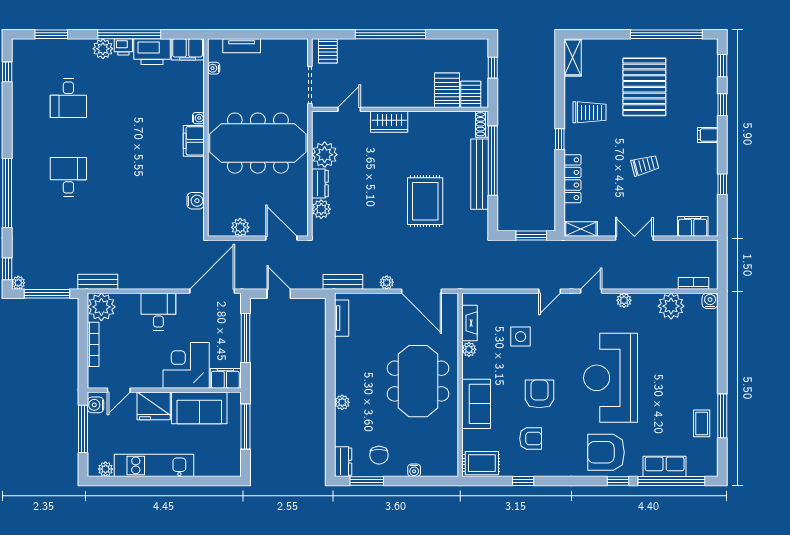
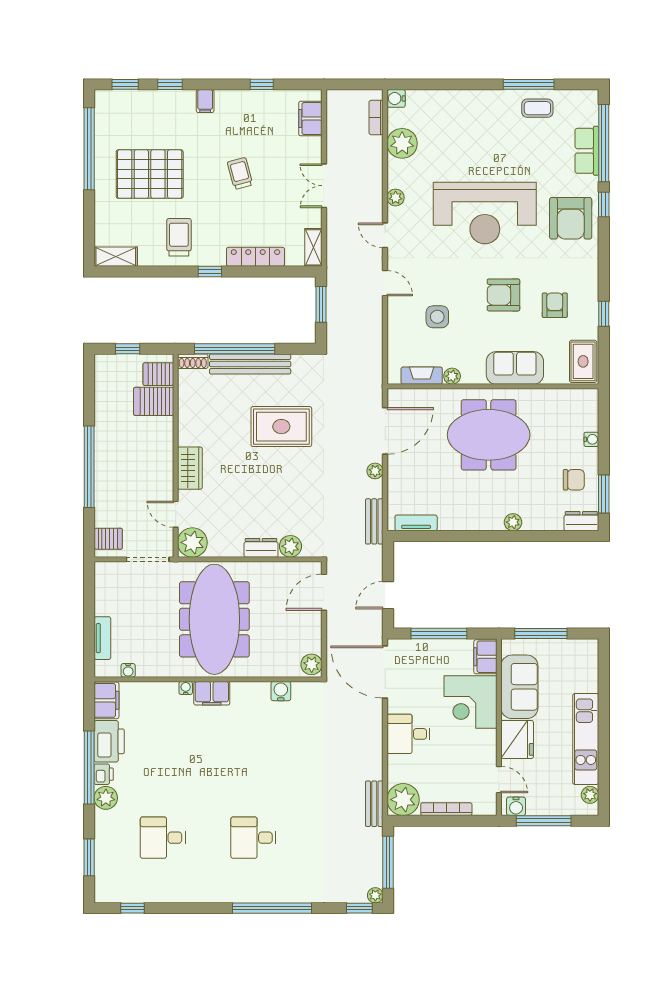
desk: (68, 98) -> (163, 838), turned 180
plant: (325, 155) -> (192, 542), moved
plant: (240, 227) -> (312, 664), moved

